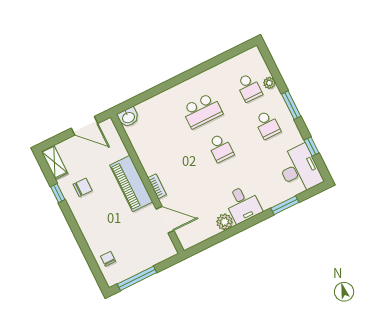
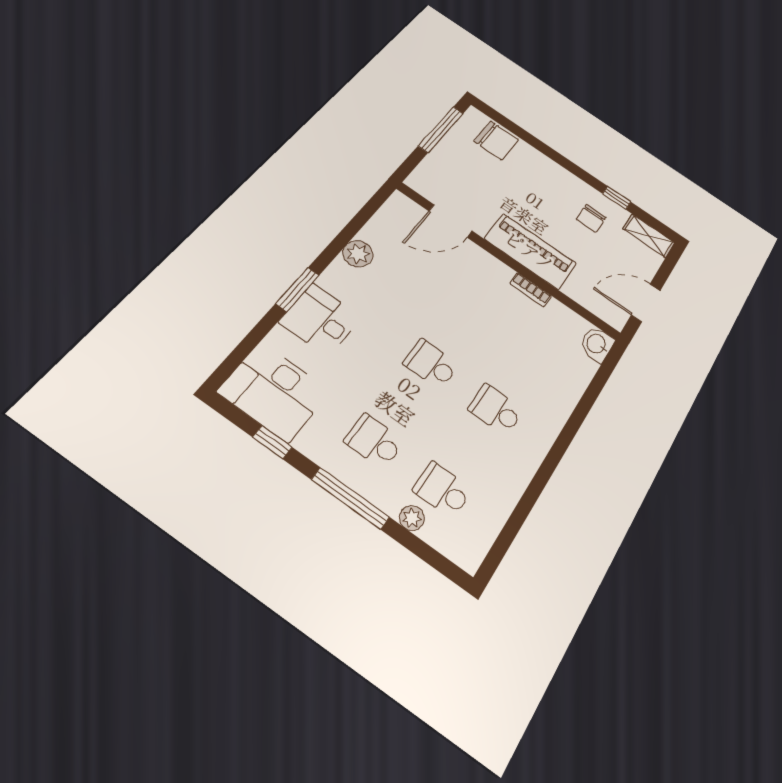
window: (291, 105) -> (350, 498), width x1.44
school desk: (202, 111) -> (496, 410), width x0.54
bookcase: (157, 186) -> (531, 290), moved
desk: (243, 204) -> (320, 320), moved
window: (285, 205) -> (298, 289), moved
chair: (108, 259) -> (496, 140), width x1.87, depth x1.87

